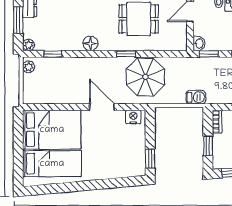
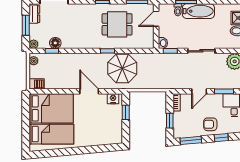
floor lamp: (90, 43) -> (55, 43), moved
barbecue: (196, 97) -> (37, 84), moved
window: (150, 159) -> (126, 112), moved

